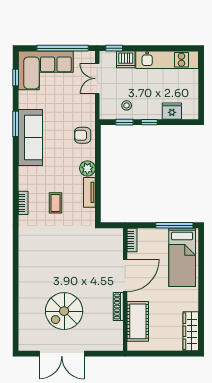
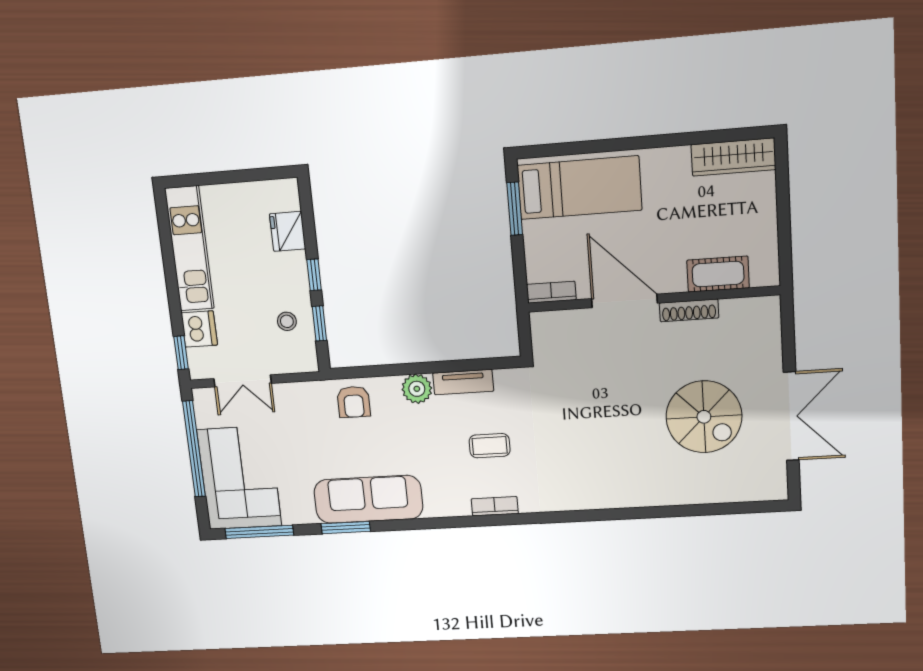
window: (16, 78) -> (259, 532), width x2.17
window: (174, 225) -> (515, 209), width x0.69
cot: (138, 321) -> (718, 274), width x0.73, depth x0.75

